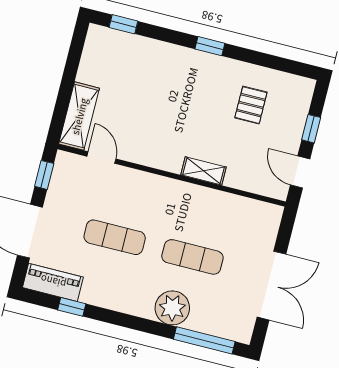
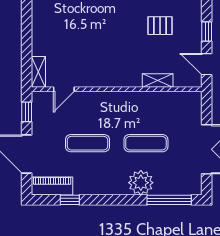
pallet: (251, 105) -> (160, 26), turned 90
shelving: (79, 116) -> (38, 72), width x0.67, depth x0.75
door: (101, 158) -> (64, 89), swing flipped
shelving: (204, 171) -> (158, 81), moved

